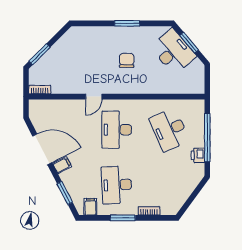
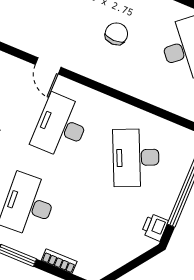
door: (94, 97) -> (48, 66), hinge flipped
printer: (198, 155) -> (155, 227), moved

